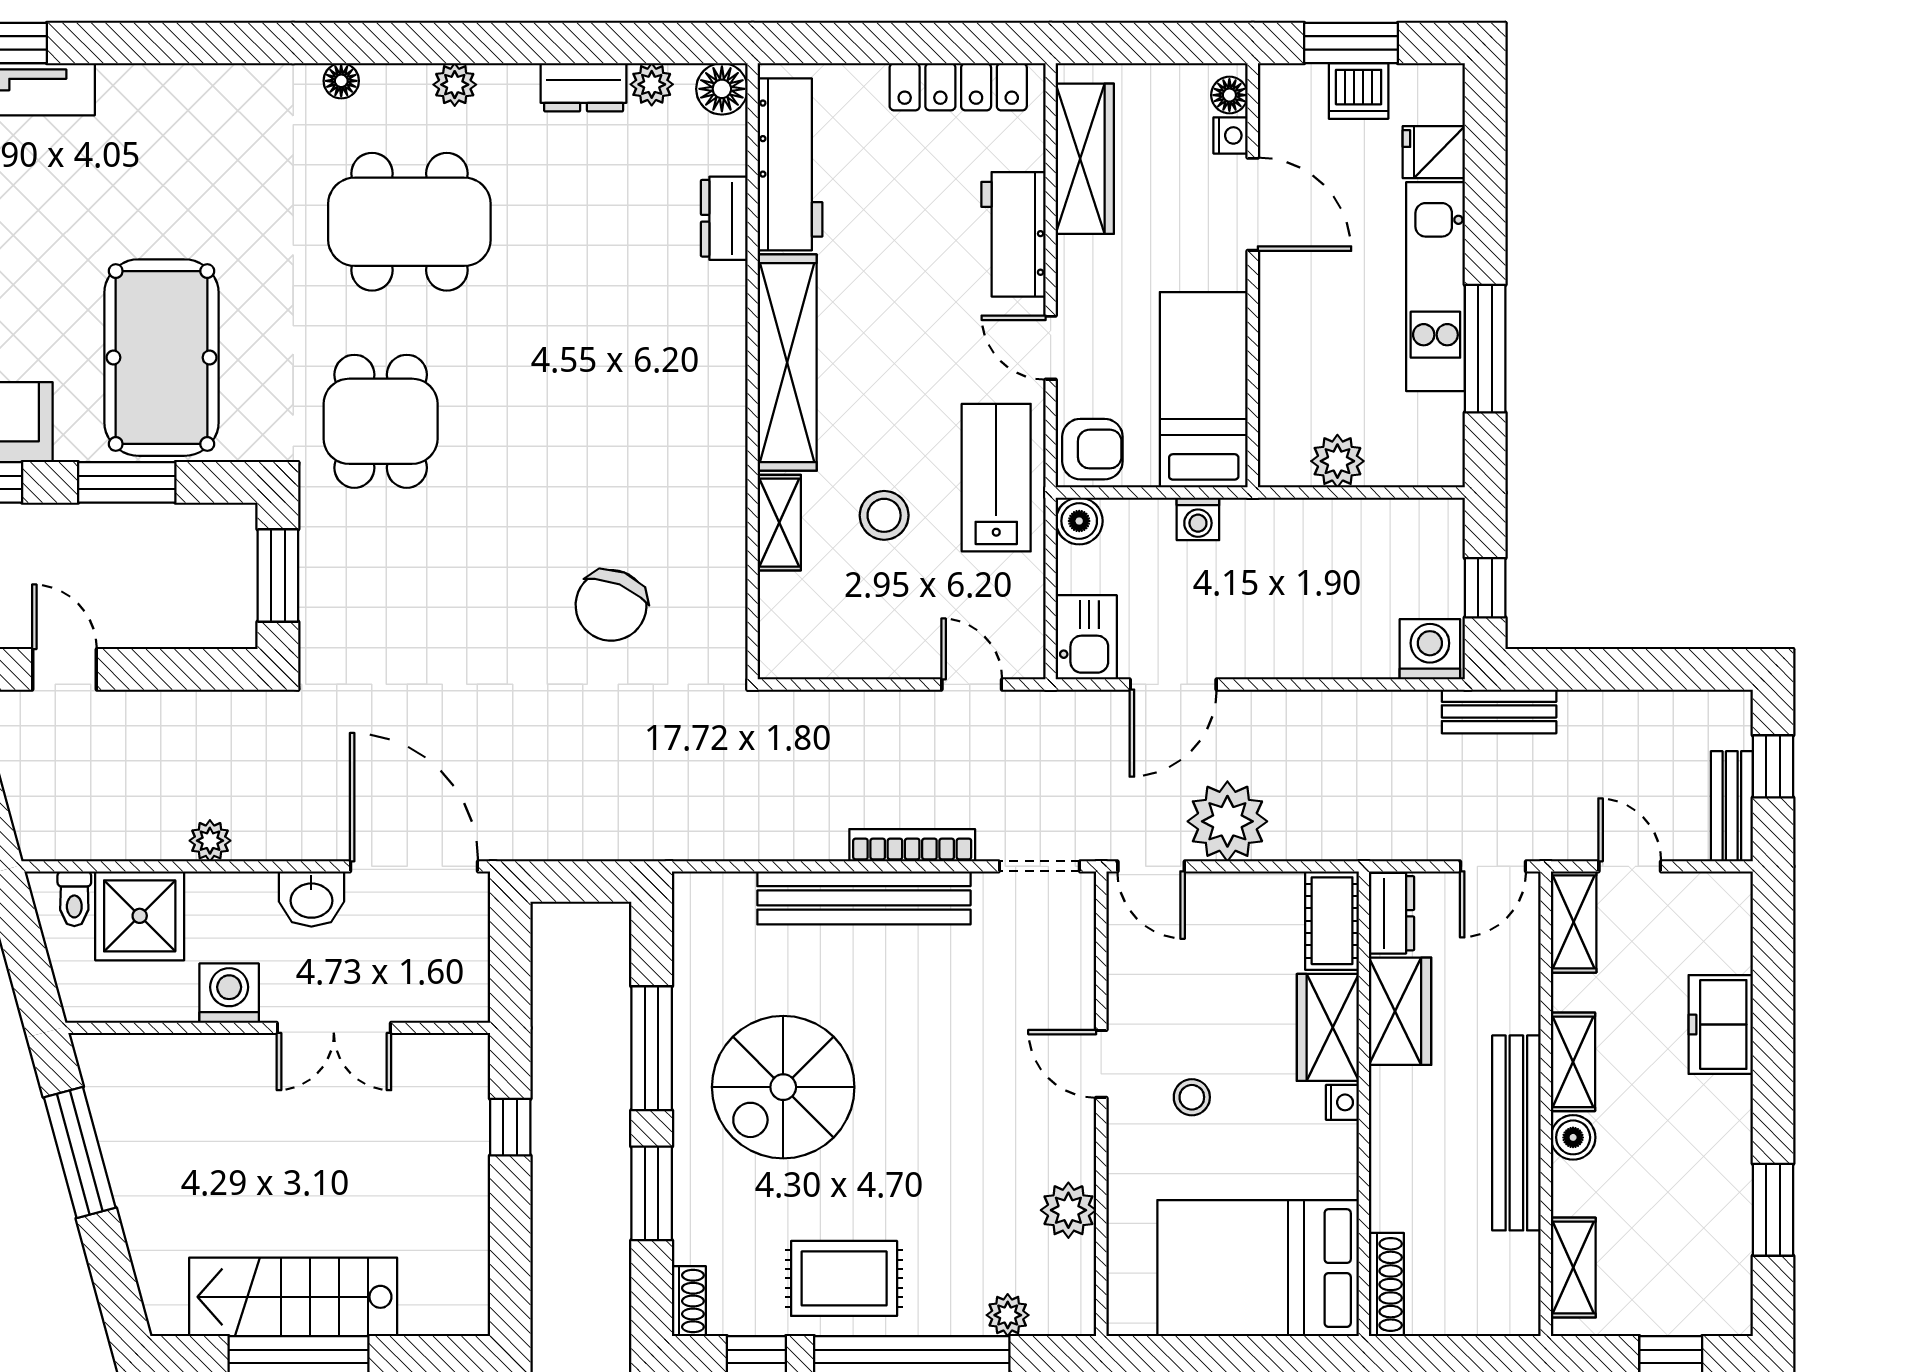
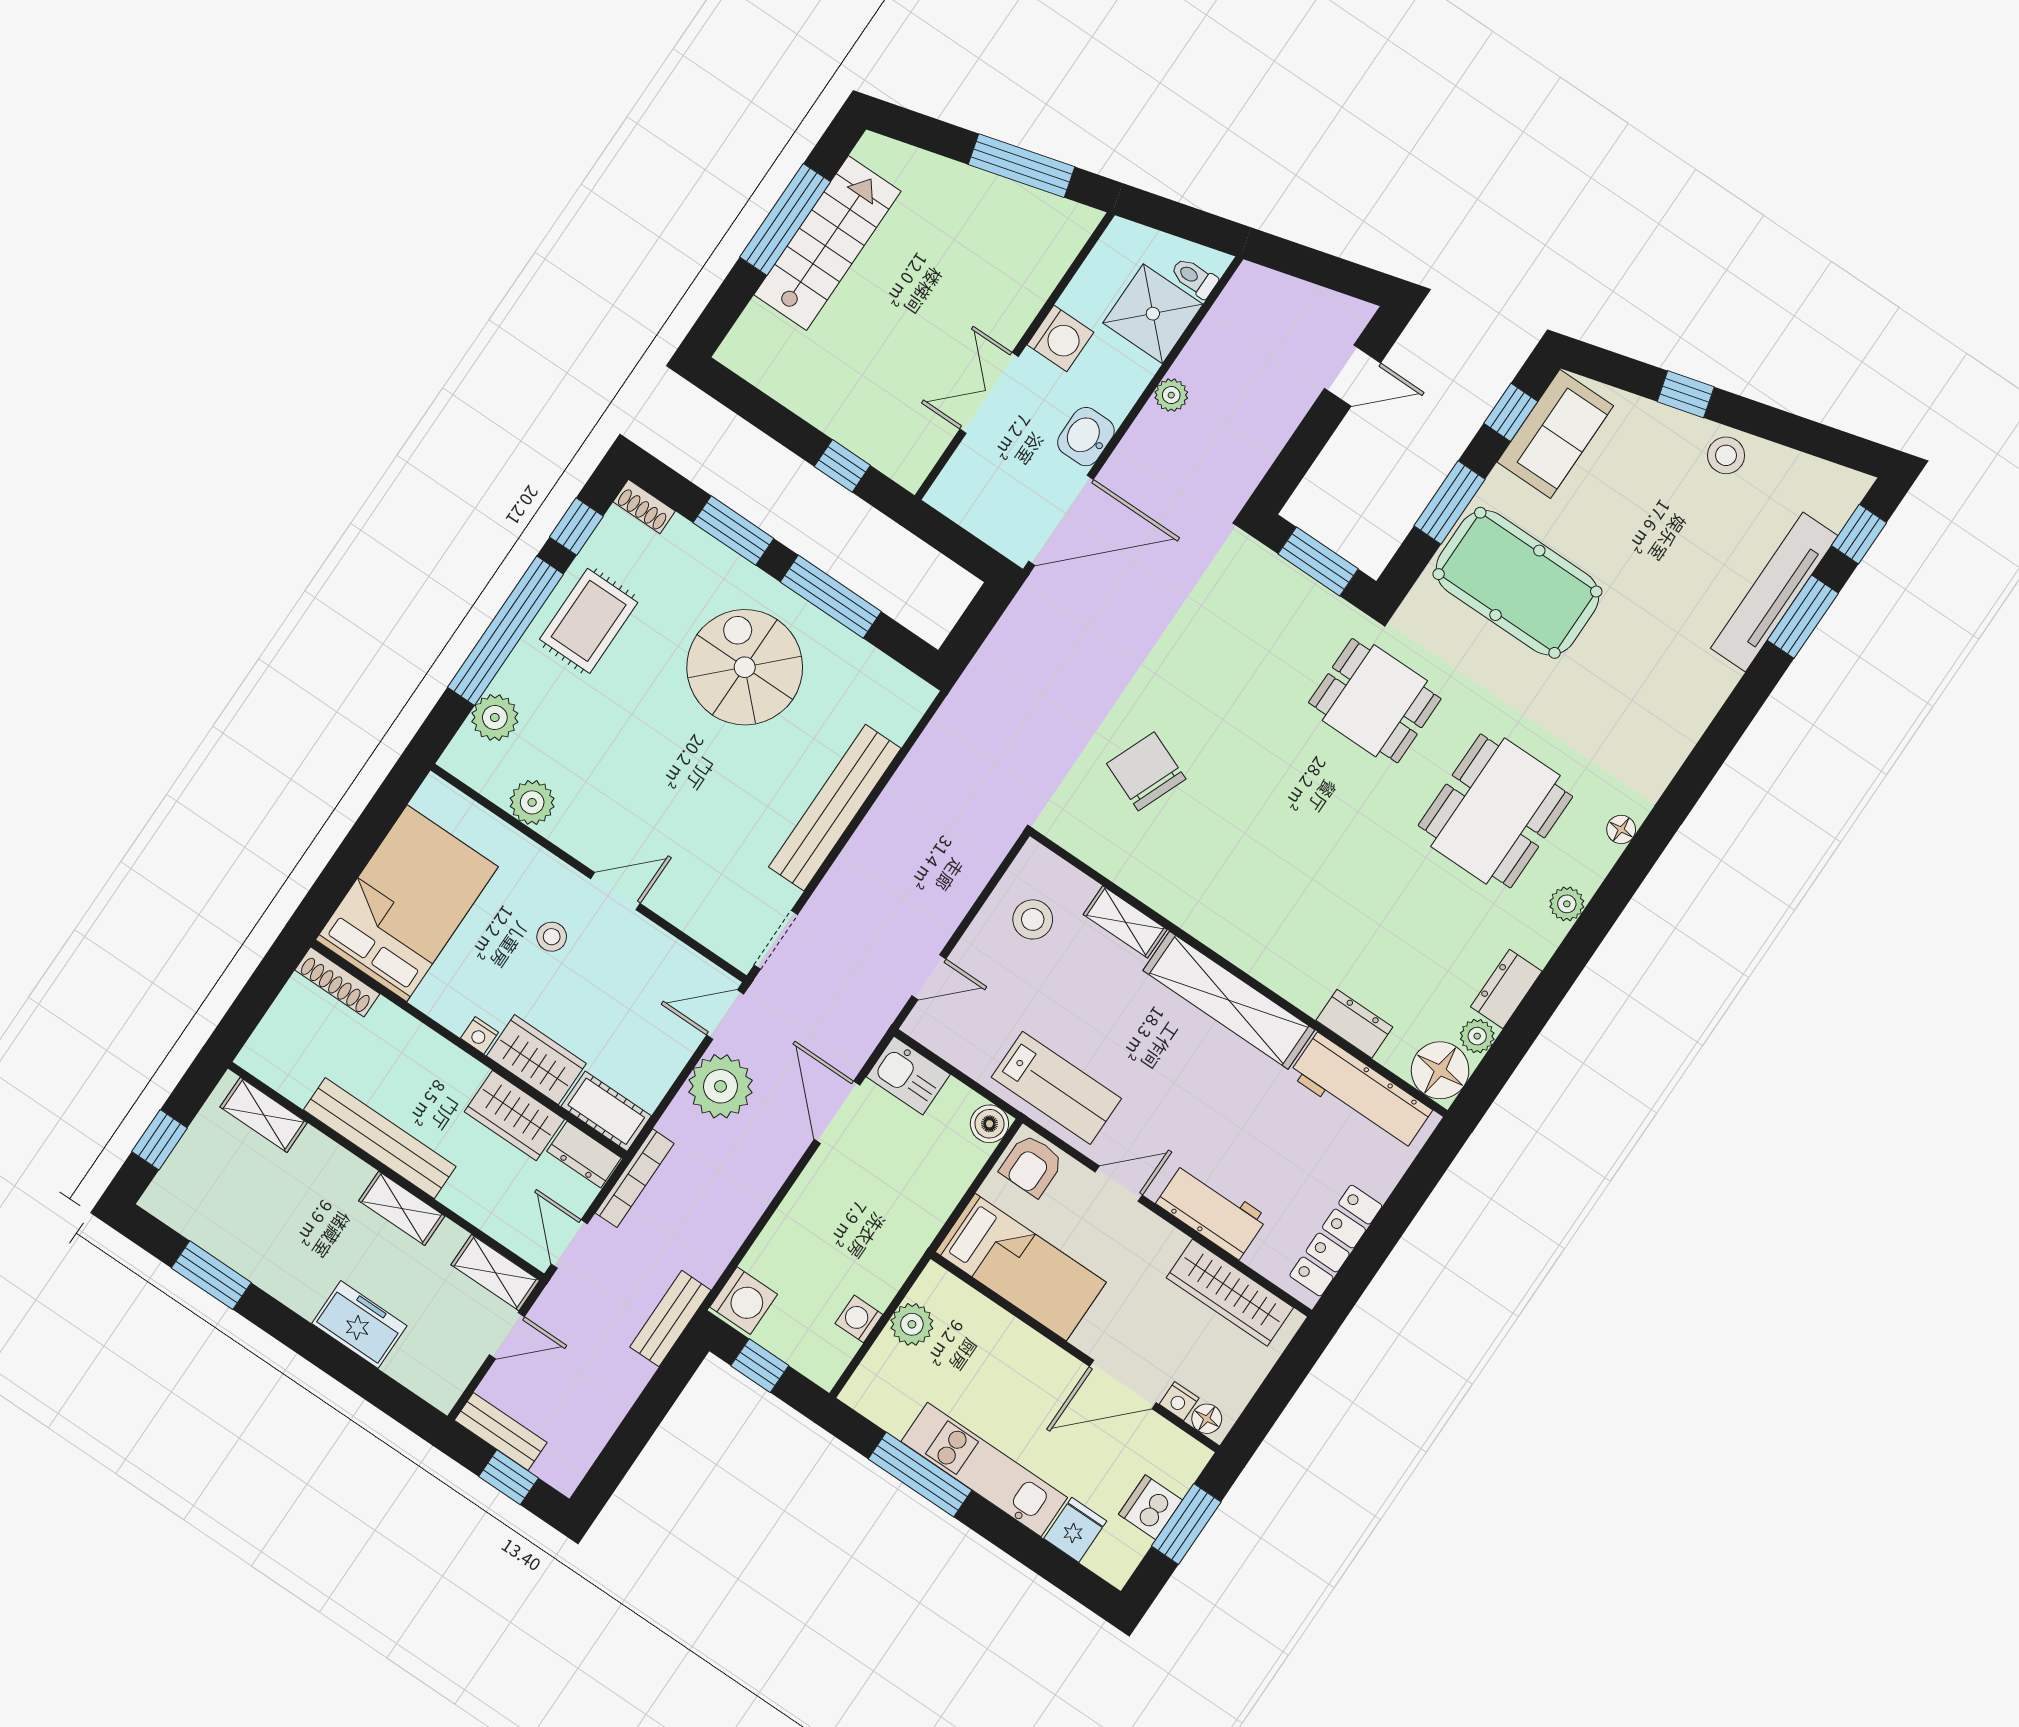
floor lamp: (722, 89) -> (1440, 1070), width x1.38, depth x1.38
stool: (884, 515) -> (1033, 919), moved
washing machine: (1198, 519) -> (859, 1319), moved
bookcase: (912, 845) -> (635, 1178), moved
boiler: (1573, 1137) -> (351, 1174), removed
plant: (1008, 1315) -> (495, 718), width x1.38, depth x1.38

